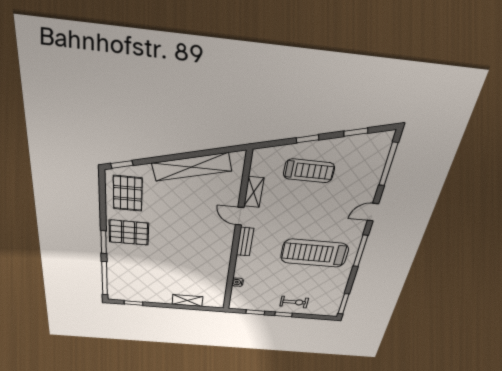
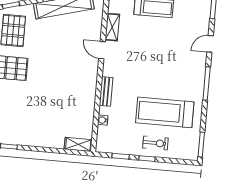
bench: (245, 242) -> (106, 91), moved
treadmill: (315, 253) -> (165, 112), moved
shelving: (188, 300) -> (78, 144), moved

